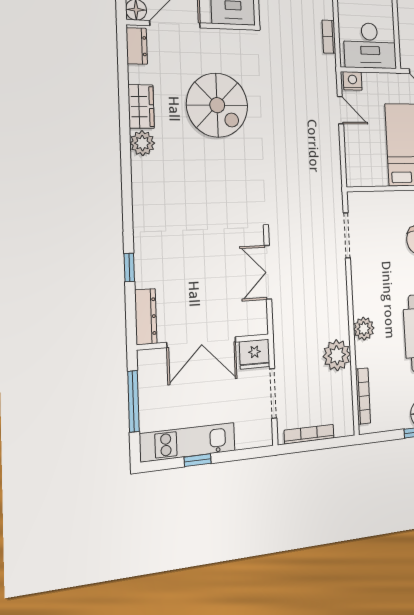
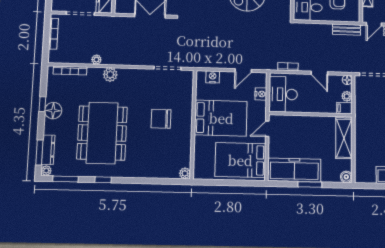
nightstand: (353, 81) -> (261, 94), moved
nightstand: (354, 160) -> (213, 77), added
plant: (337, 355) -> (96, 60), width x0.53, depth x0.53

